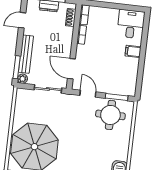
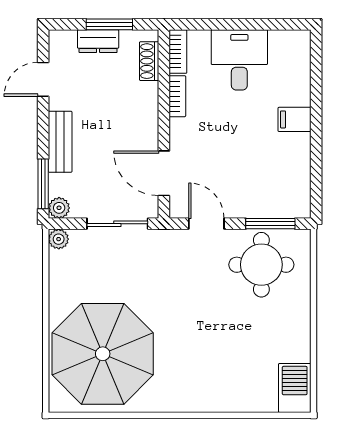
desk: (131, 24) -> (239, 60), moved
bench: (26, 54) -> (60, 142), width x0.73
plant: (21, 93) -> (59, 239), added

